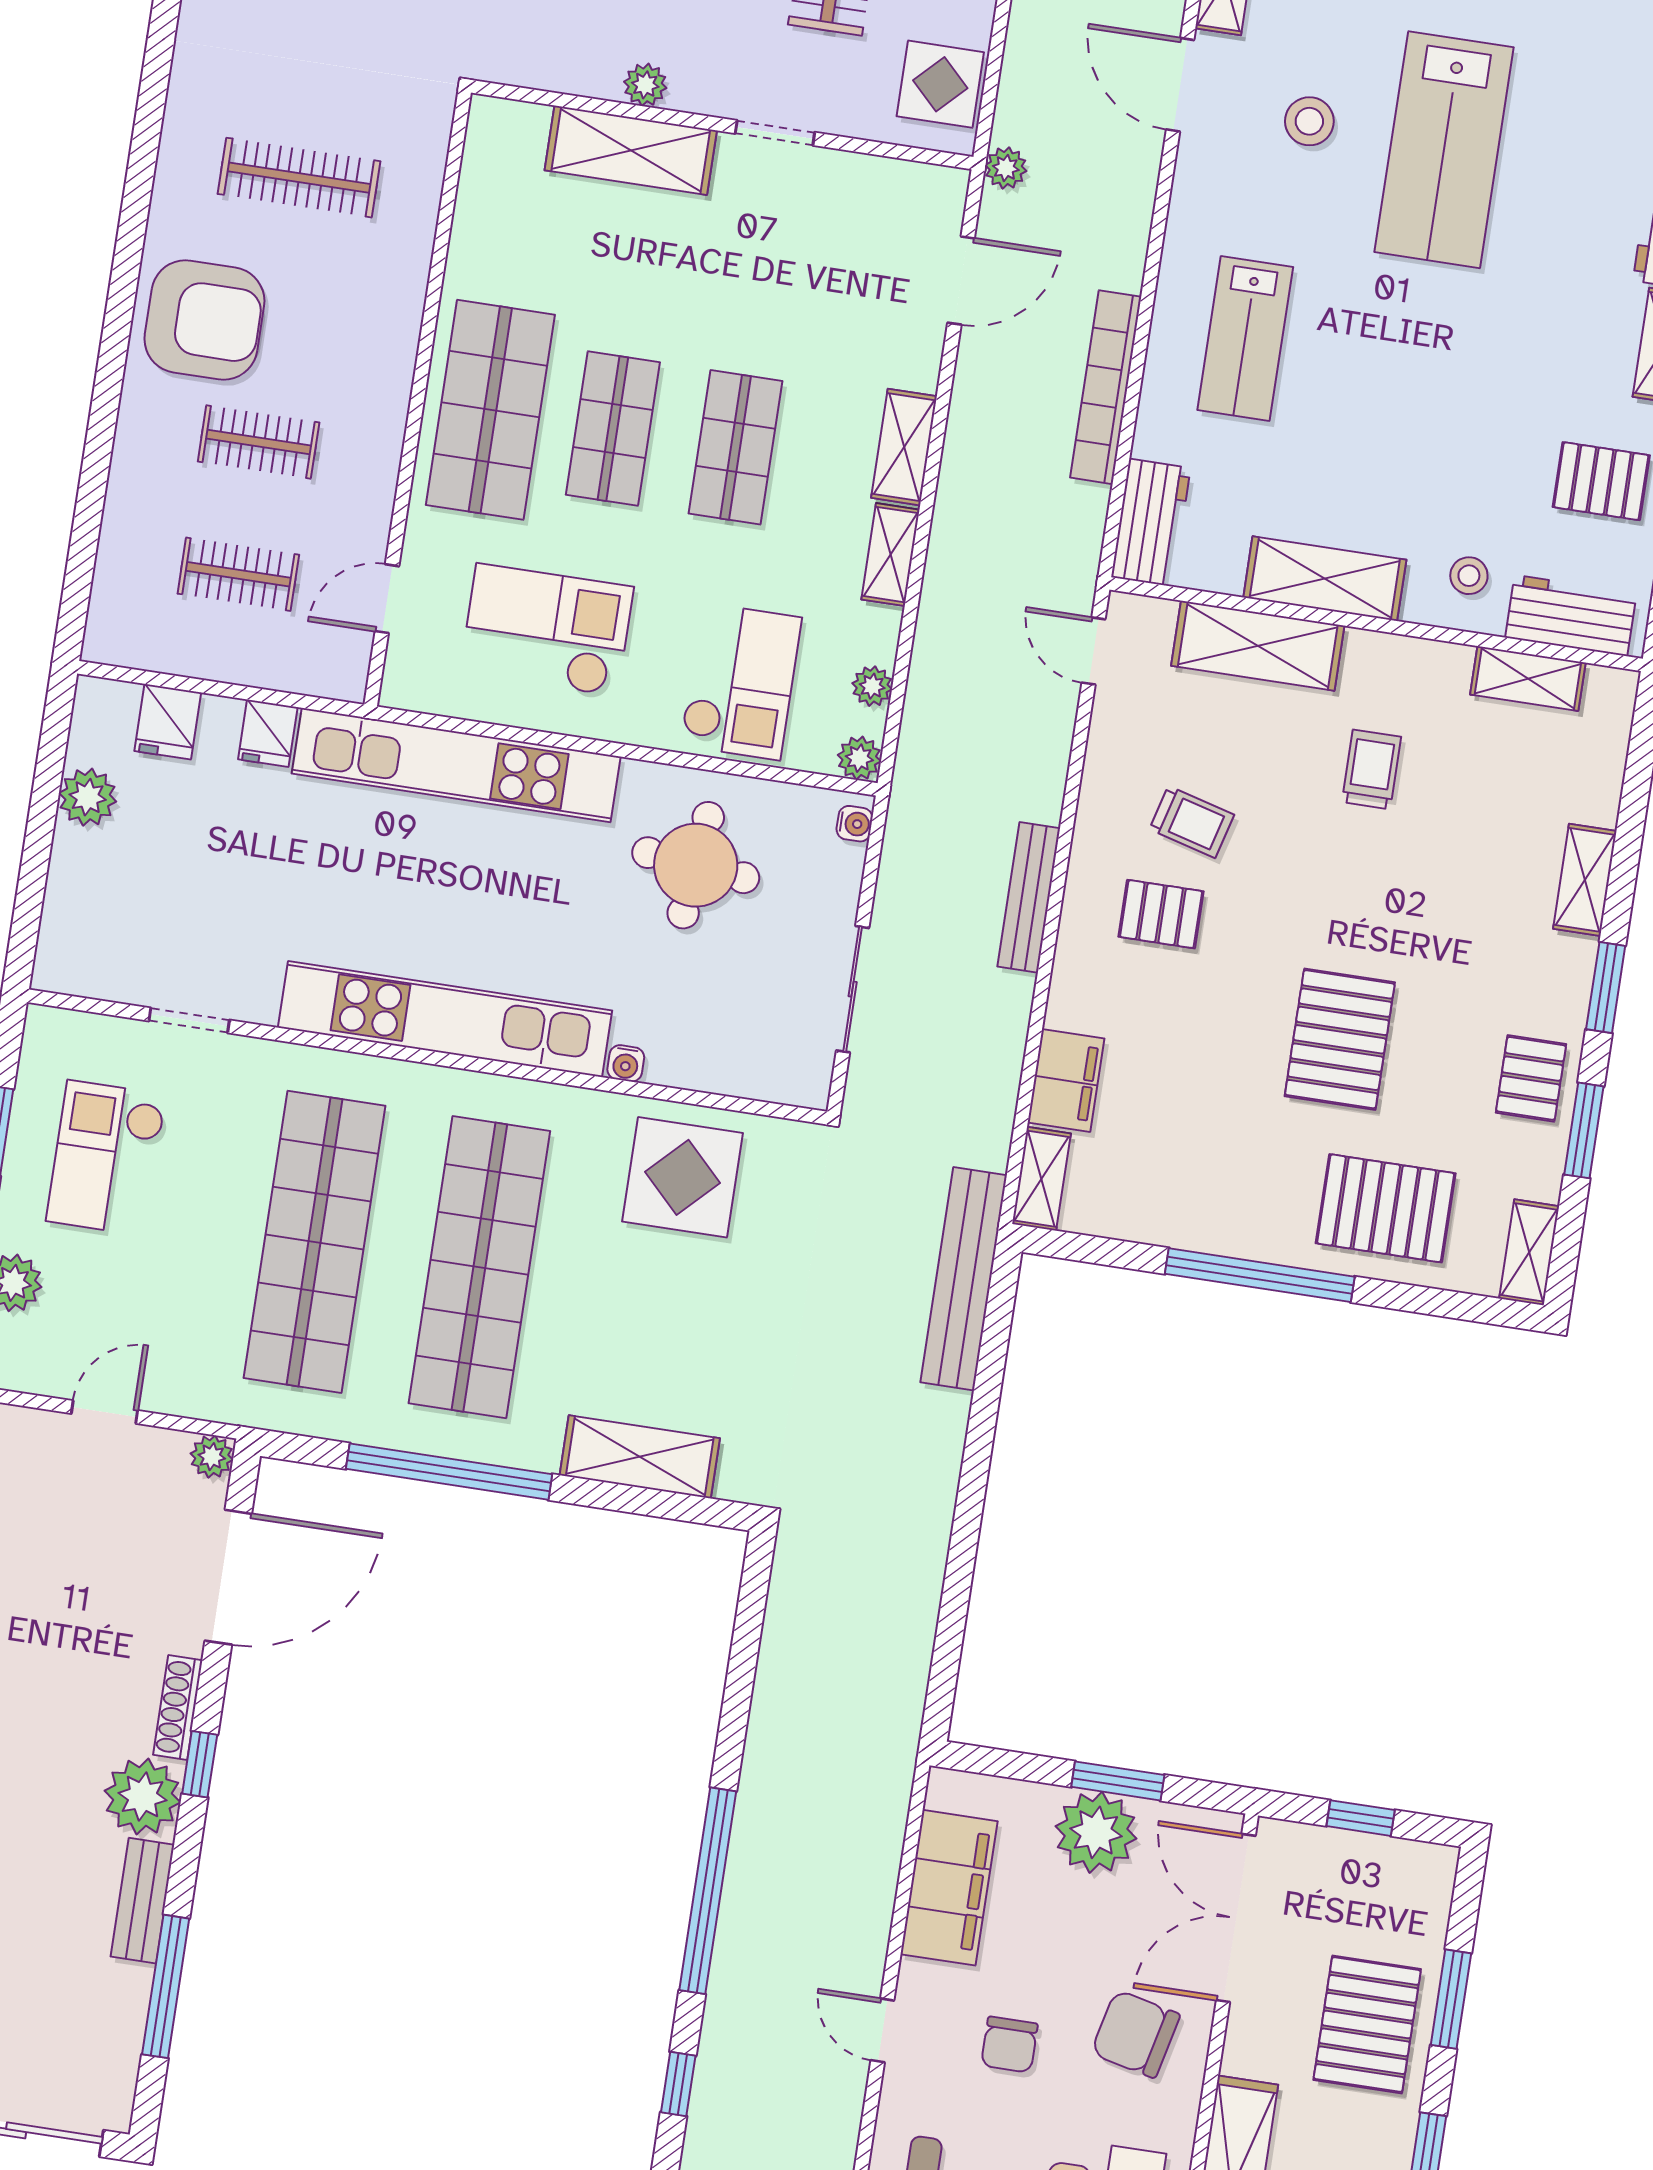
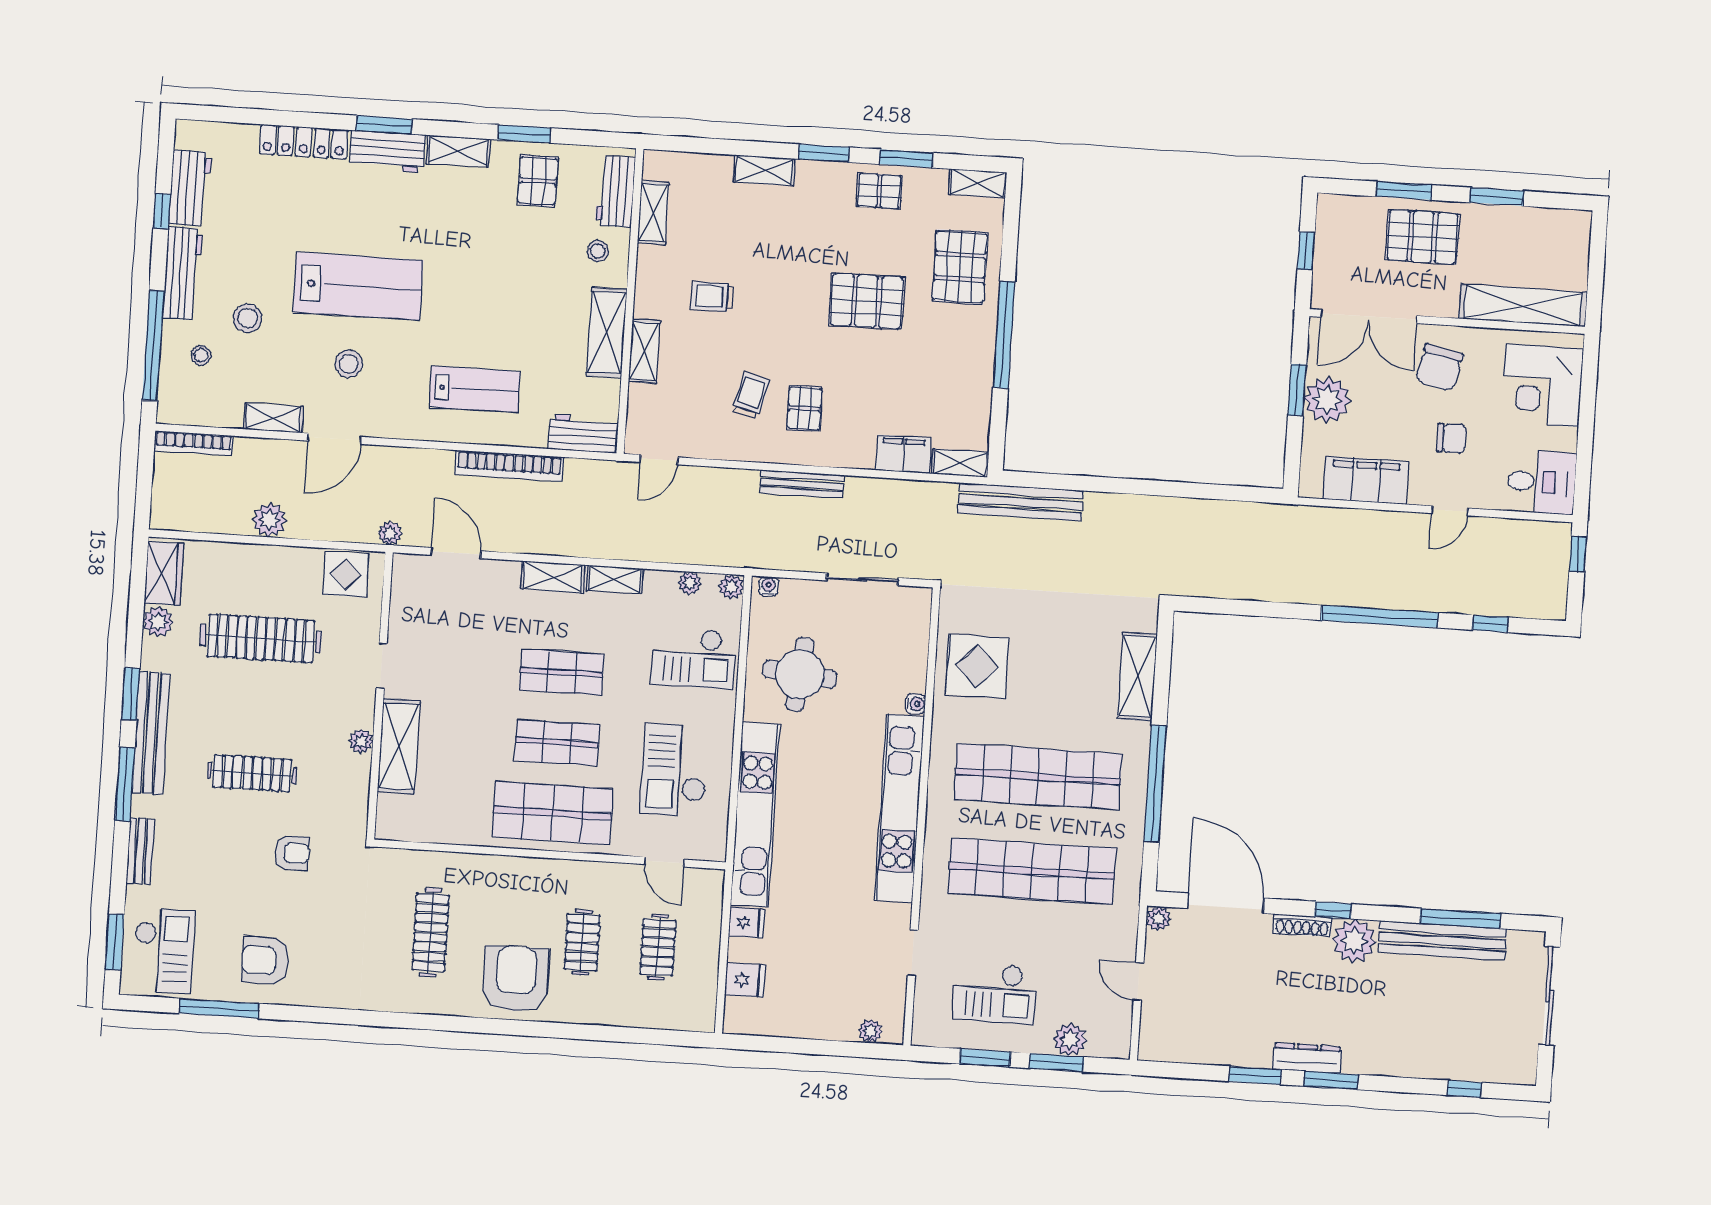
shelving: (1258, 646) -> (644, 351), width x0.67, depth x0.75
checkout: (741, 681) -> (694, 658), turned 180
plant: (88, 797) -> (870, 1031), moved, width x0.73, depth x0.73
bench: (142, 1901) -> (1442, 941), width x1.86, depth x1.21

